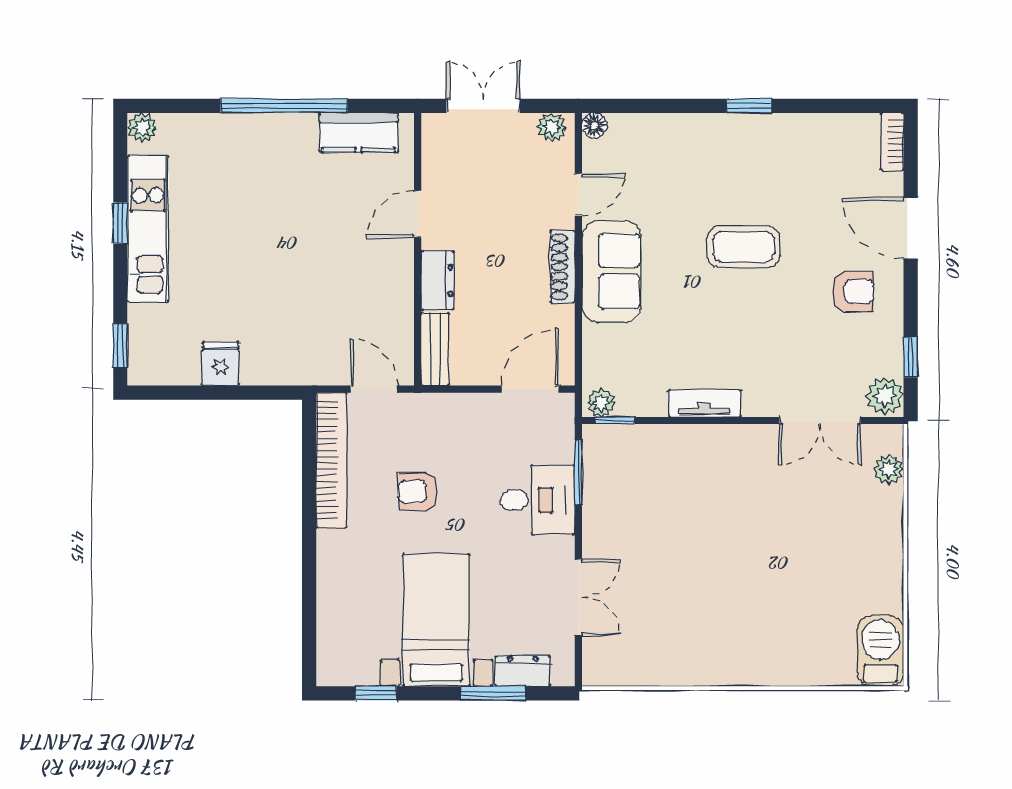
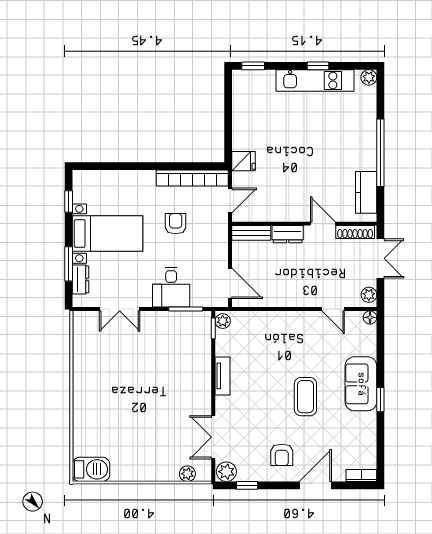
shoe rack: (563, 267) -> (355, 232), moved, turned 180
sofa: (612, 271) -> (361, 384), moved, turned 90
fridge: (221, 364) -> (243, 161), moved

